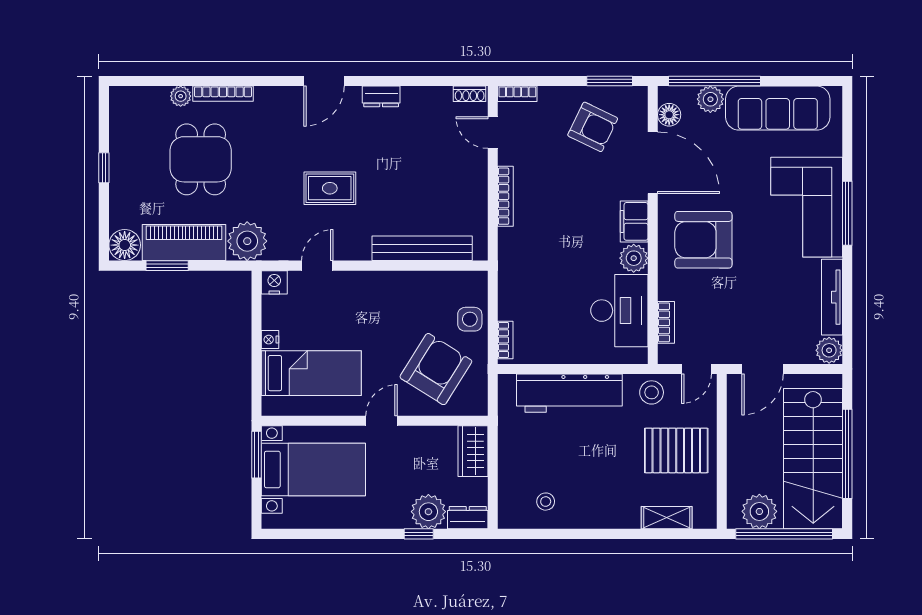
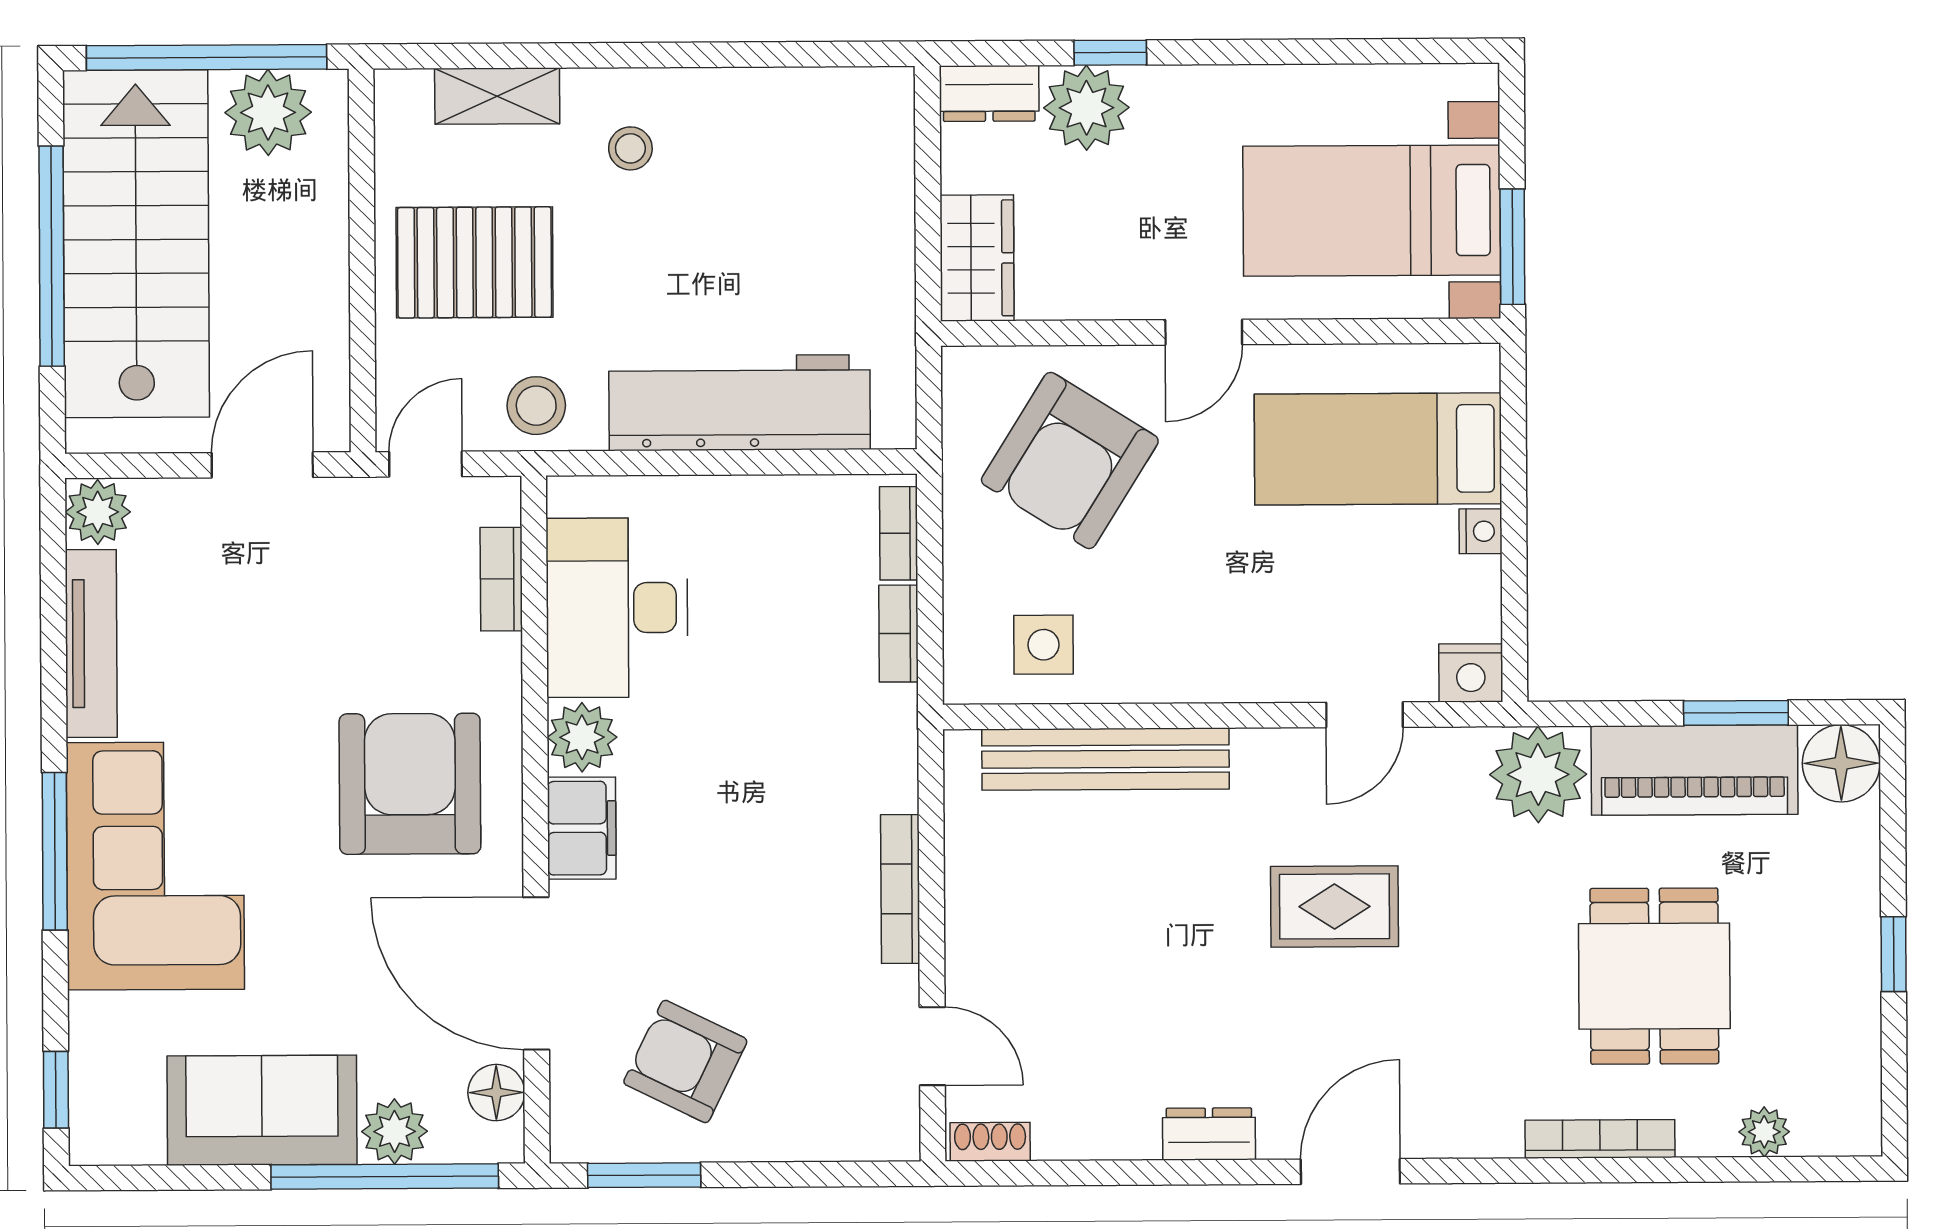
bookcase: (517, 94) -> (899, 634), moved, turned -90
plant: (181, 96) -> (1764, 1132), moved
sofa: (778, 108) -> (262, 1110), width x0.73
window: (847, 117) -> (56, 1090), added
armchair: (703, 240) -> (410, 784), turned -90
side table: (470, 319) -> (1043, 645), moved
stool: (546, 502) -> (630, 148), moved

